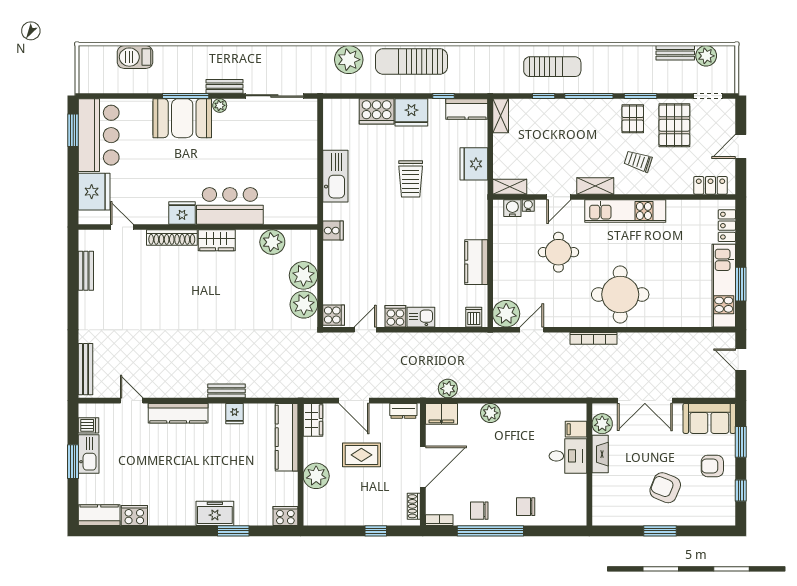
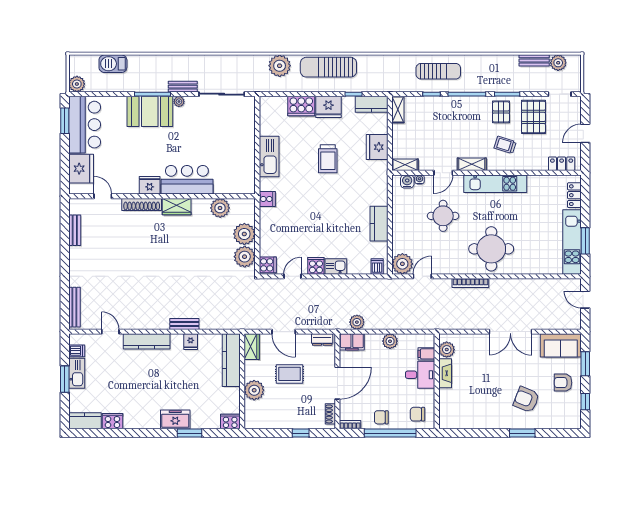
plant: (89, 83) -> (77, 84), added
plant: (602, 424) -> (447, 350), moved
filing cabinet: (576, 429) -> (426, 354), moved
fireplace: (600, 454) -> (445, 373), moved
desk: (568, 456) -> (420, 375), moved
wall: (589, 464) -> (437, 381), moved

